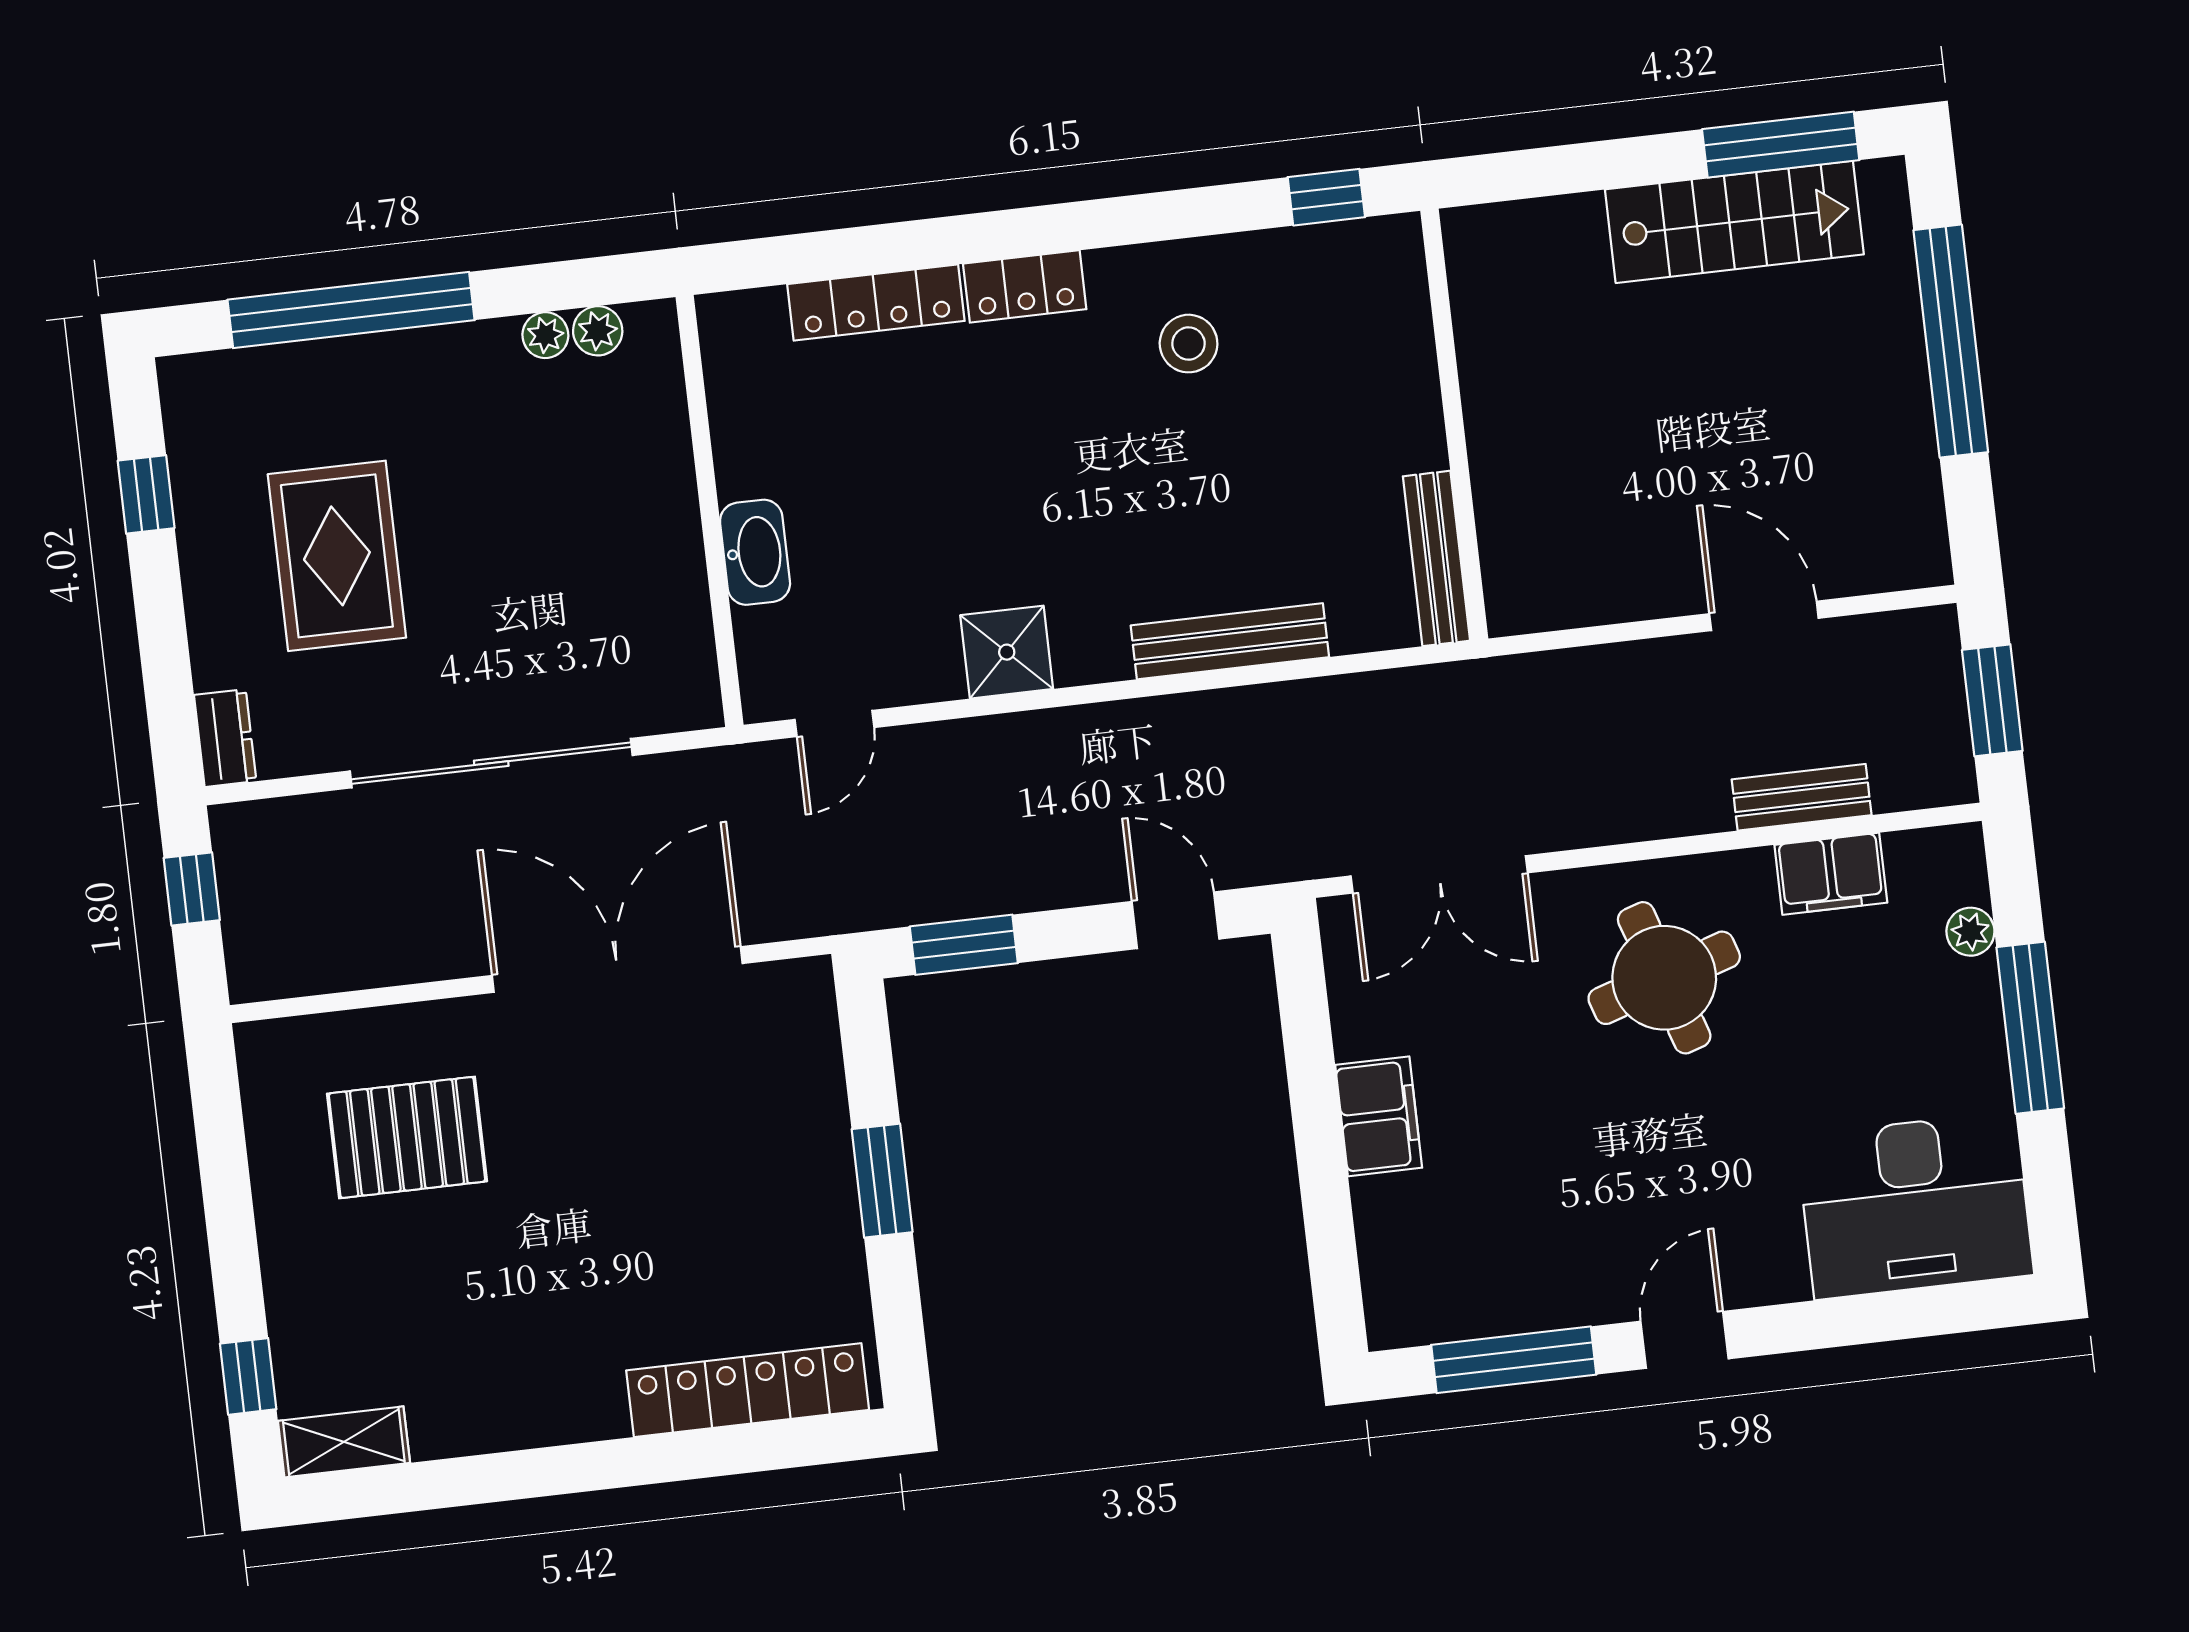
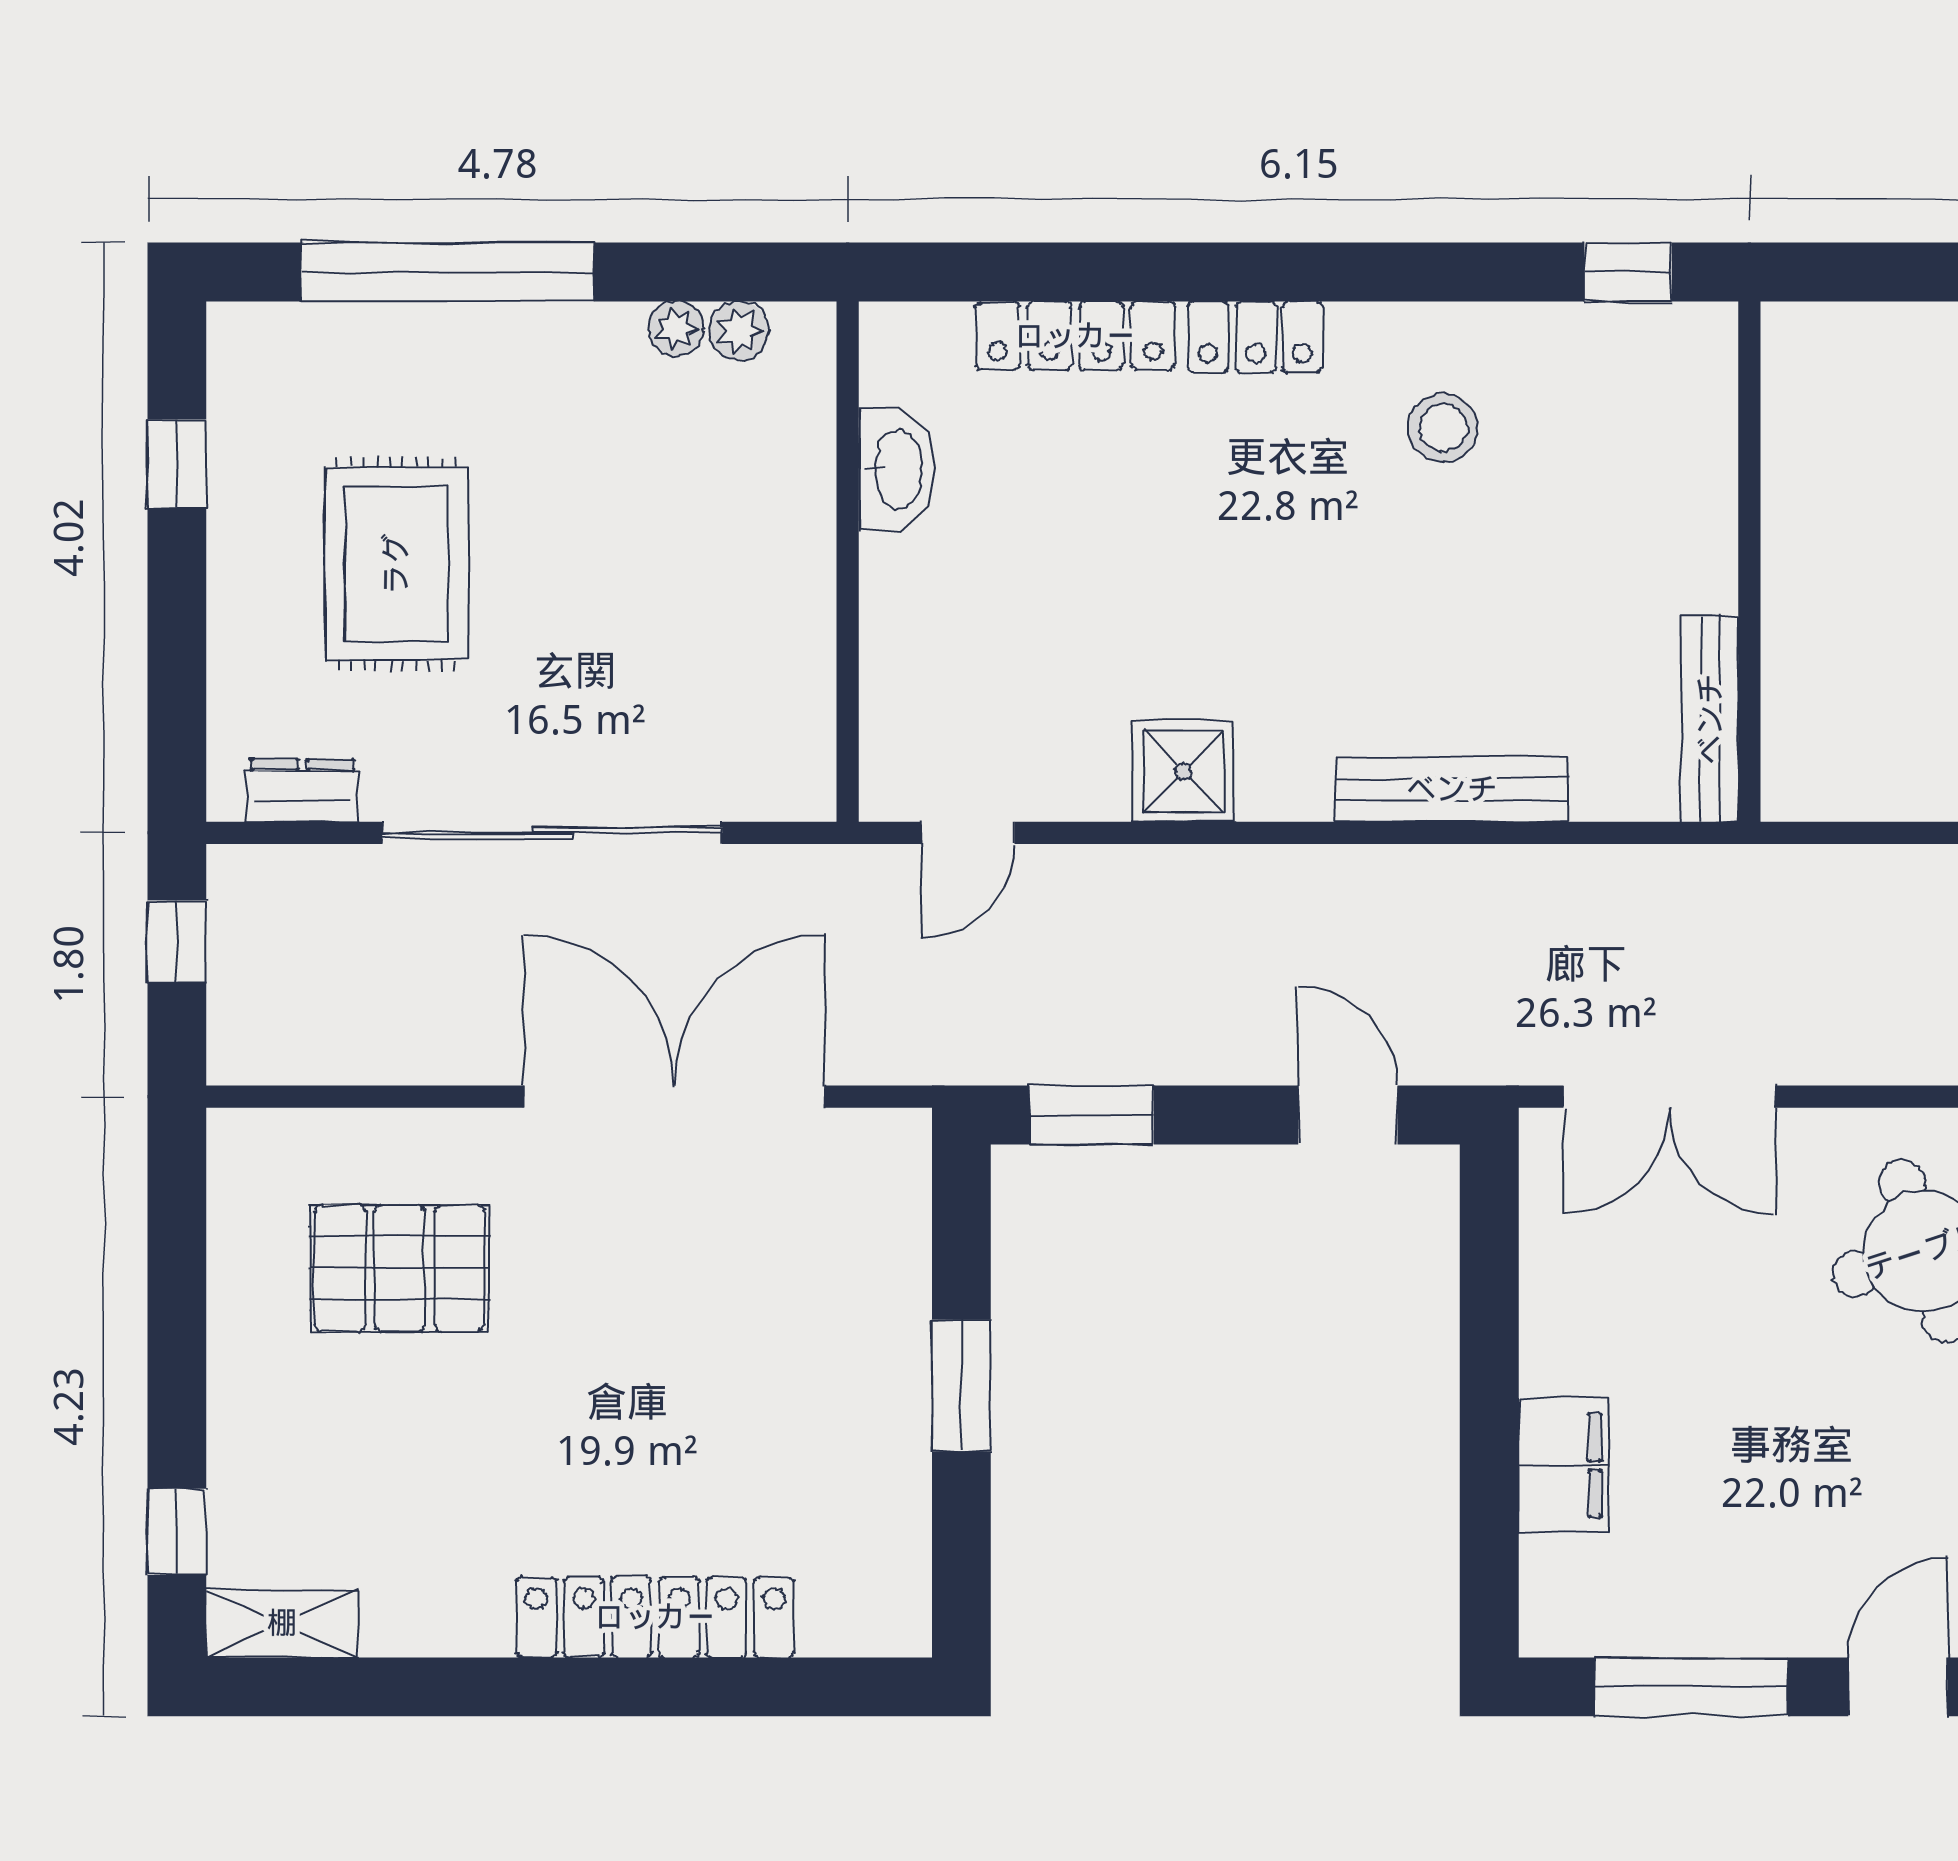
washbasin: (755, 552) -> (896, 469), moved
dresser: (225, 738) -> (303, 790), moved, turned -90
filing cabinet: (1379, 1116) -> (1563, 1466), moved
locker: (748, 1390) -> (655, 1617), moved

